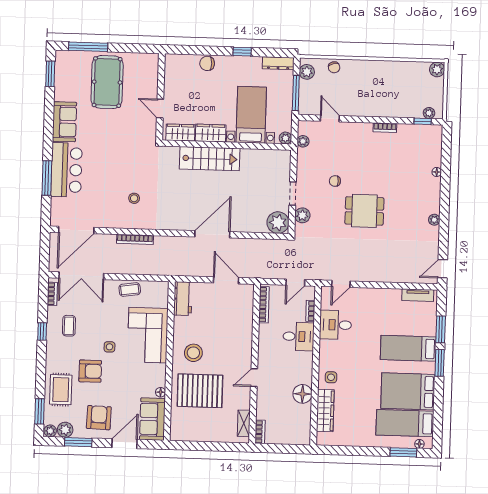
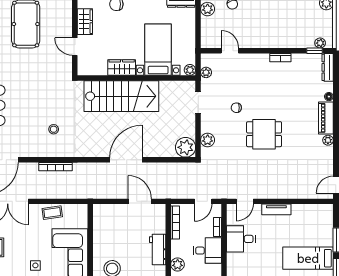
window: (296, 93) -> (198, 29), removed
wardrobe: (180, 133) -> (85, 22), moved, turned 90
dresser: (436, 140) -> (328, 67), added
stairs: (210, 159) -> (121, 96), width x1.36, depth x1.51
doorway: (293, 194) -> (198, 102), moved
piano: (433, 195) -> (326, 118), added
tv unit: (418, 295) -> (276, 209), moved
workbench: (183, 299) -> (158, 250), moved, turned 180
plant: (265, 351) -> (178, 264), added

